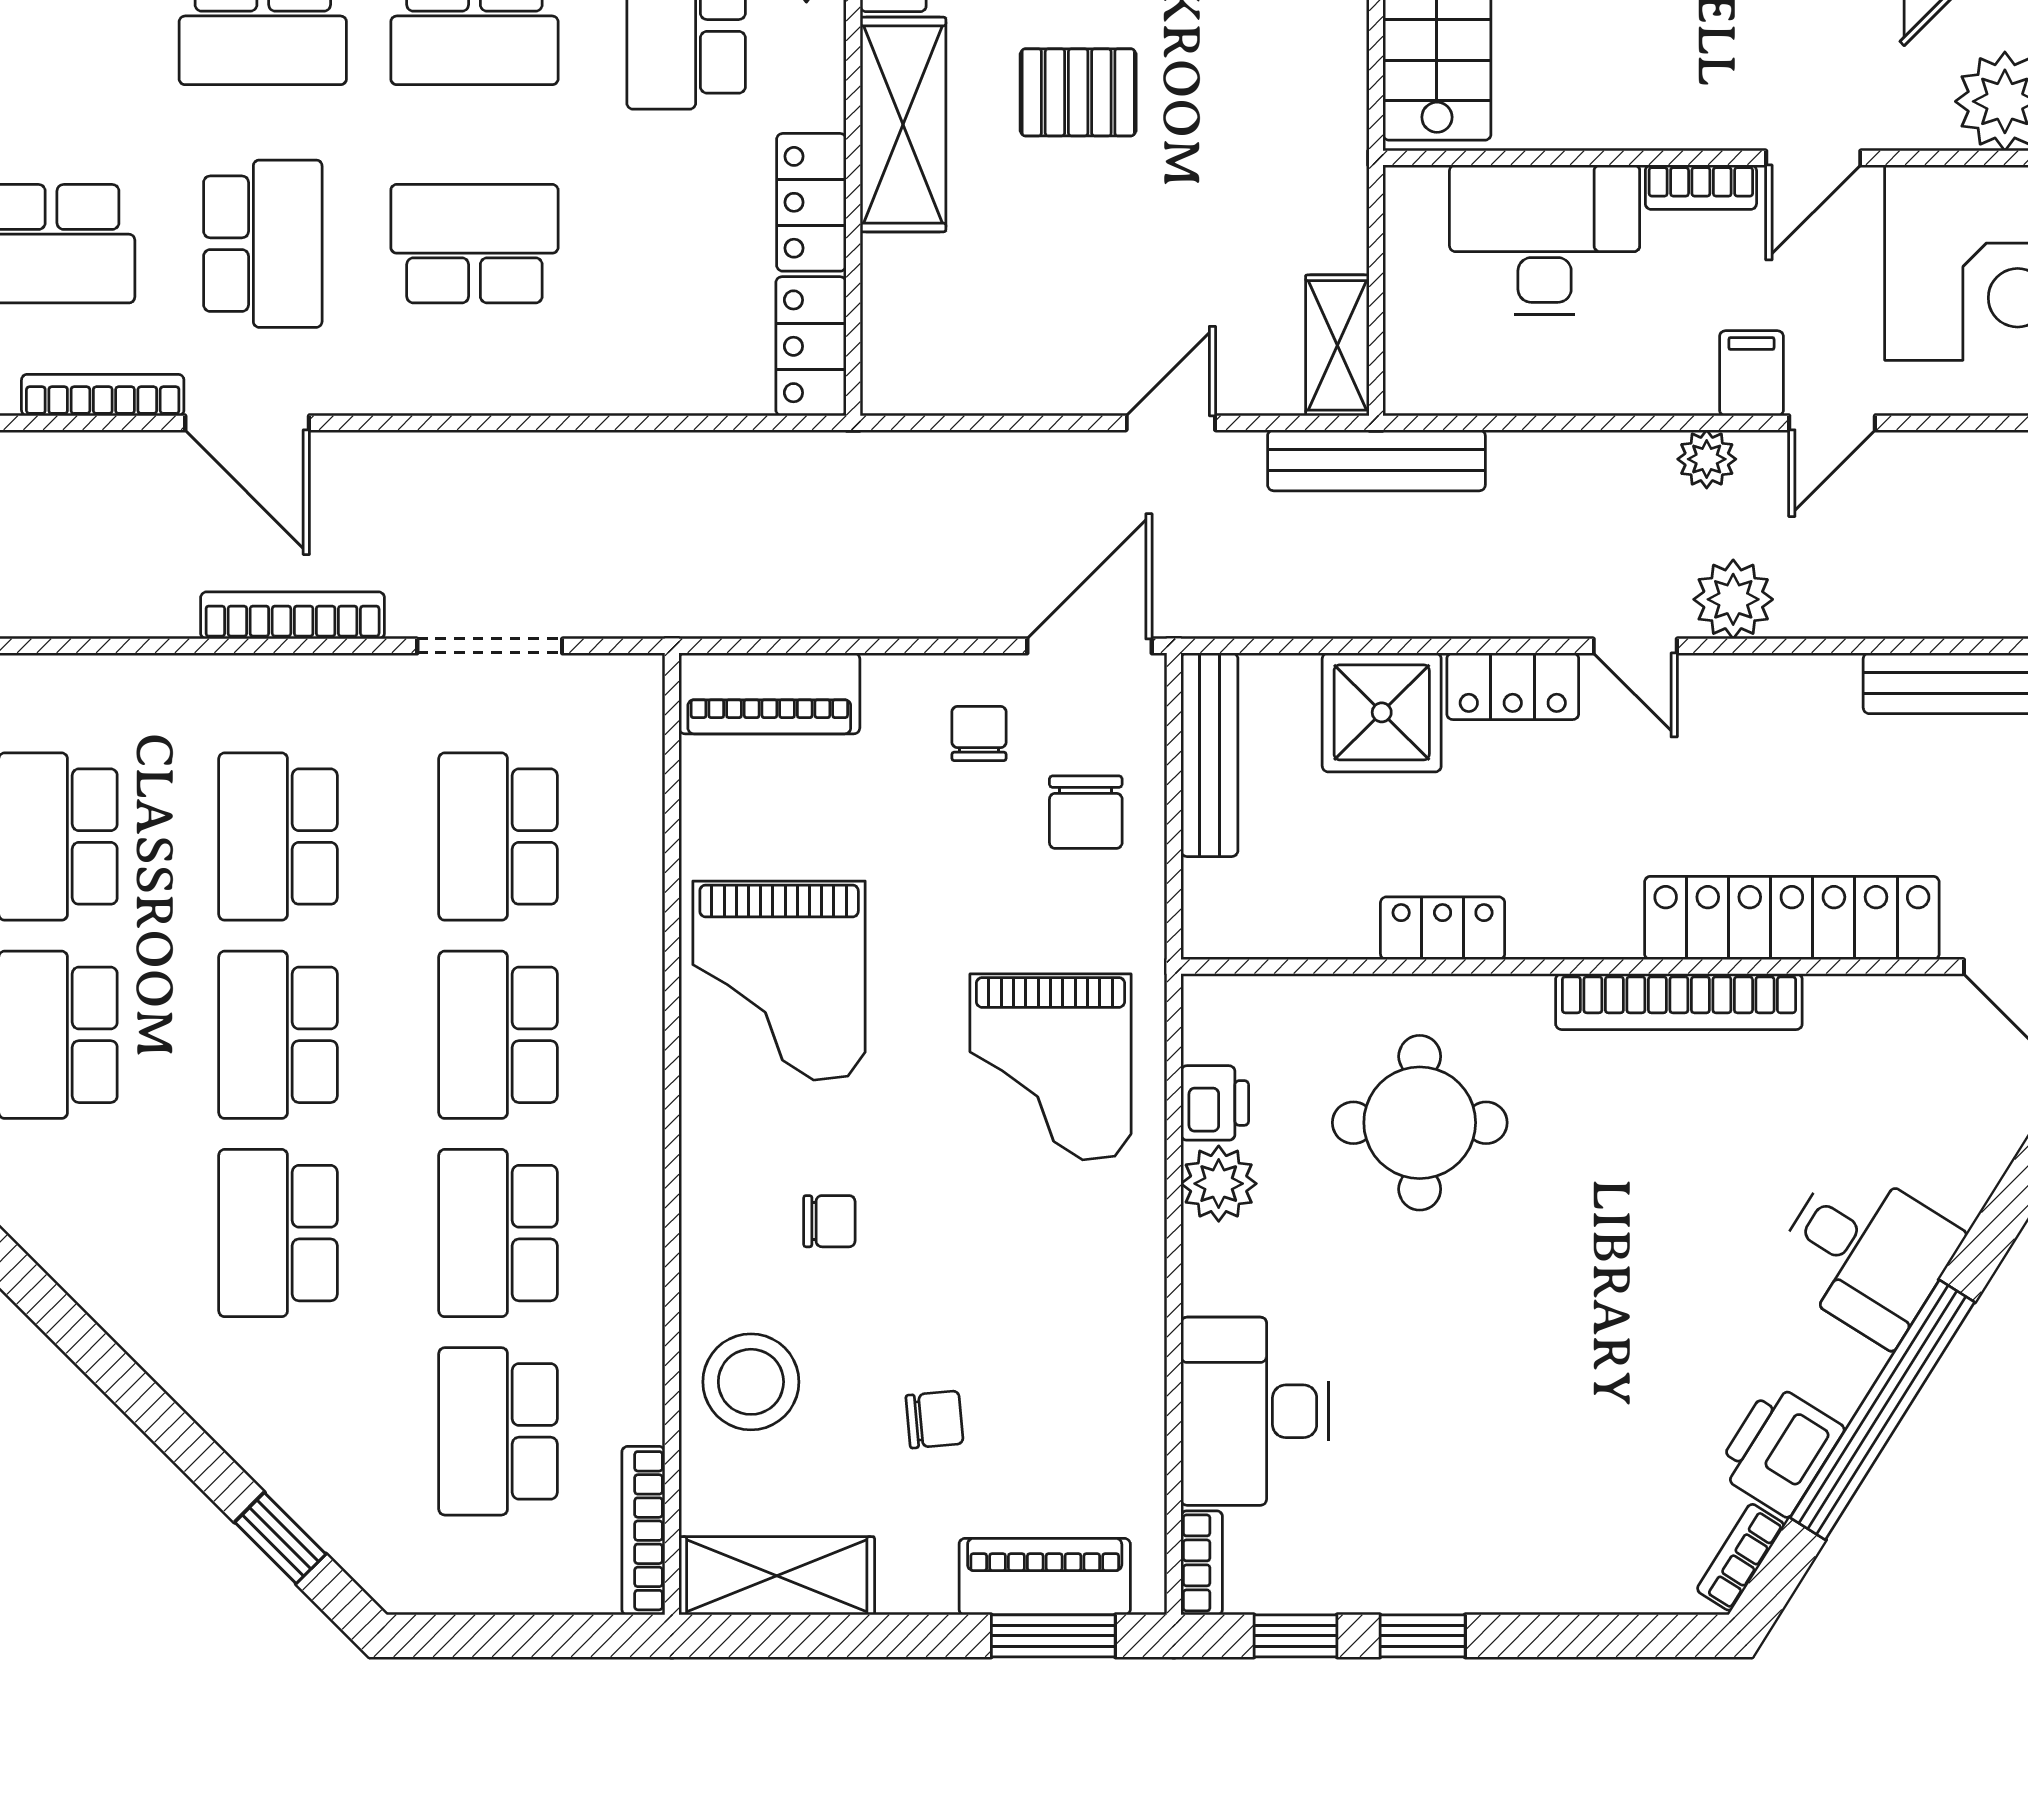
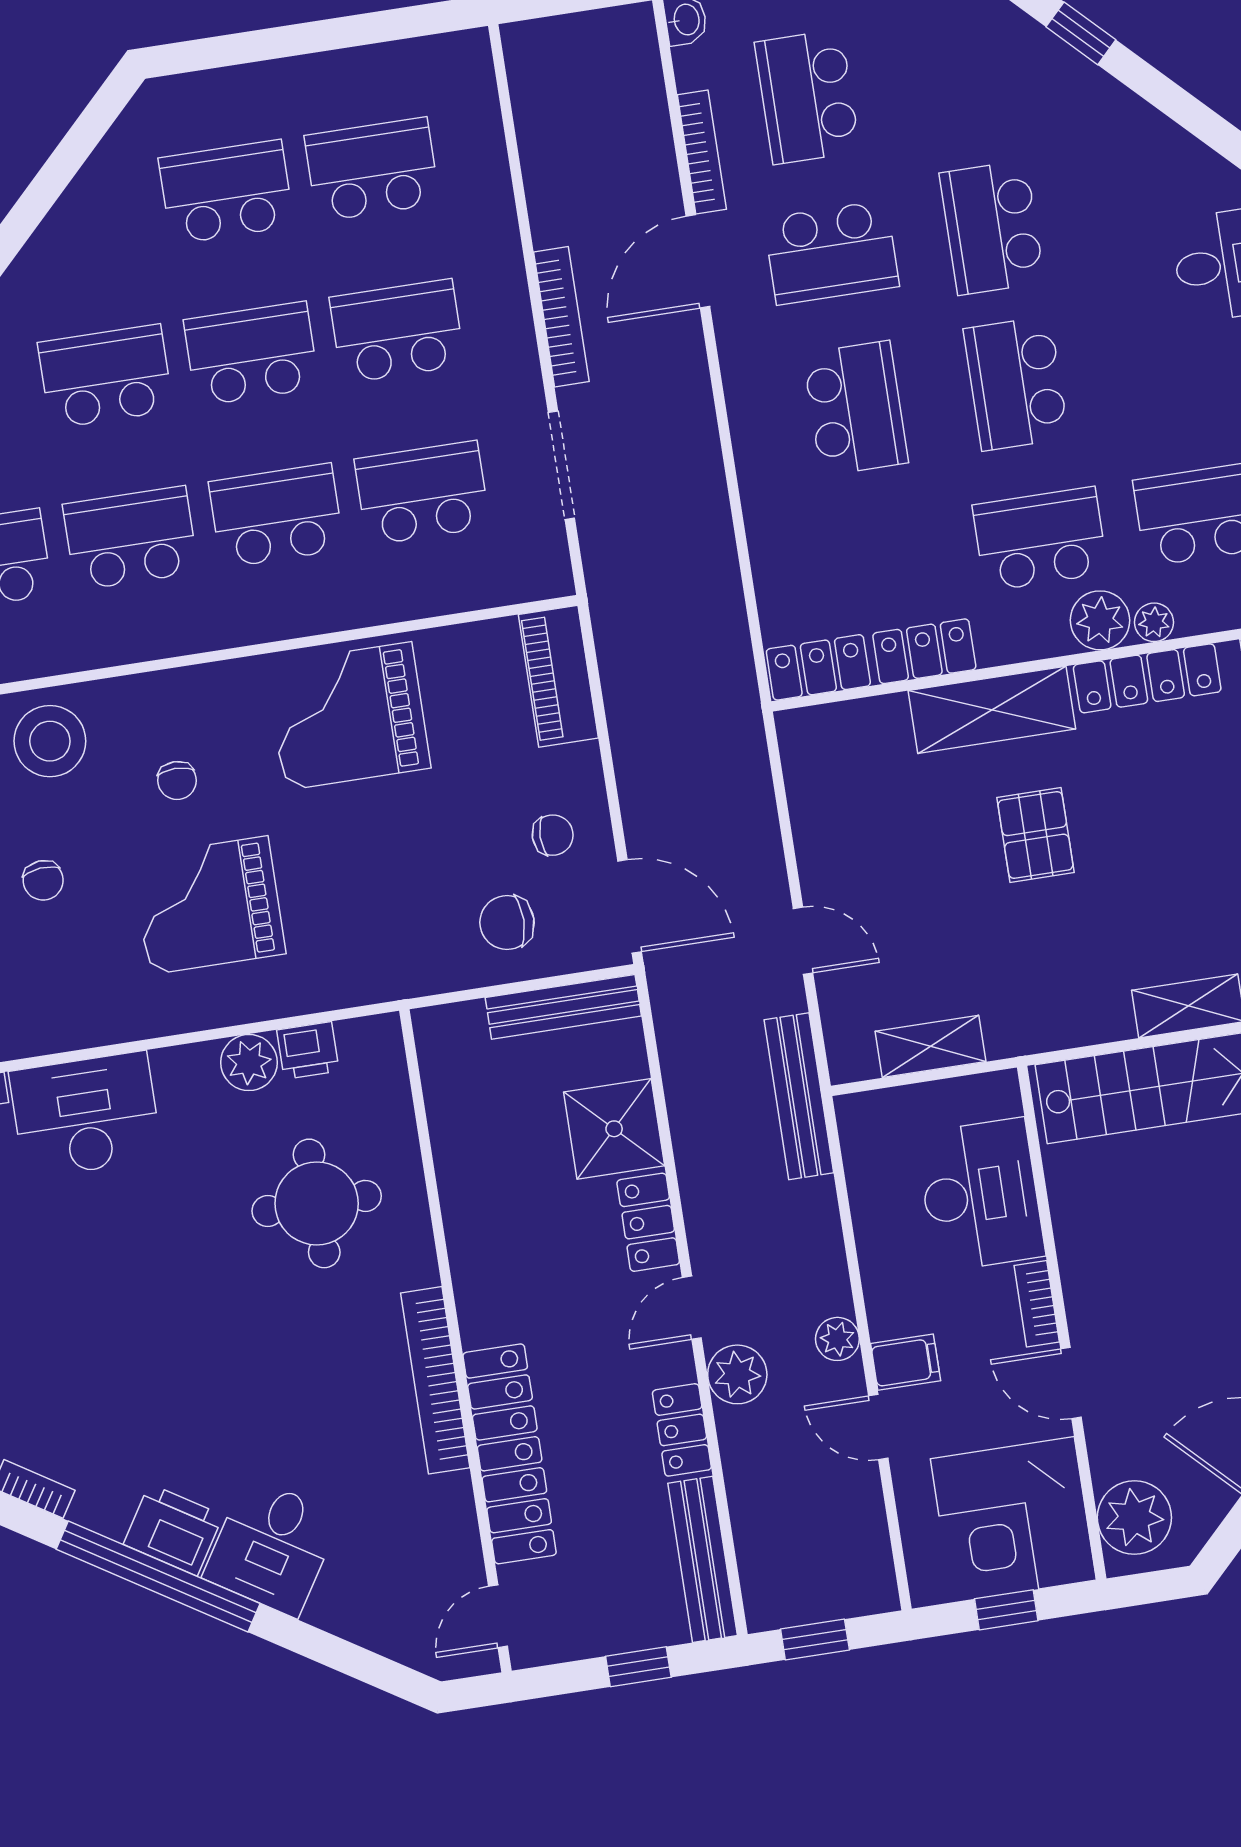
shelving: (1337, 345) -> (930, 1046), moved
locker: (1443, 928) -> (682, 1430), moved, turned 180
grand piano: (1050, 1067) -> (209, 905), moved
printer: (1780, 1450) -> (173, 1530), moved

